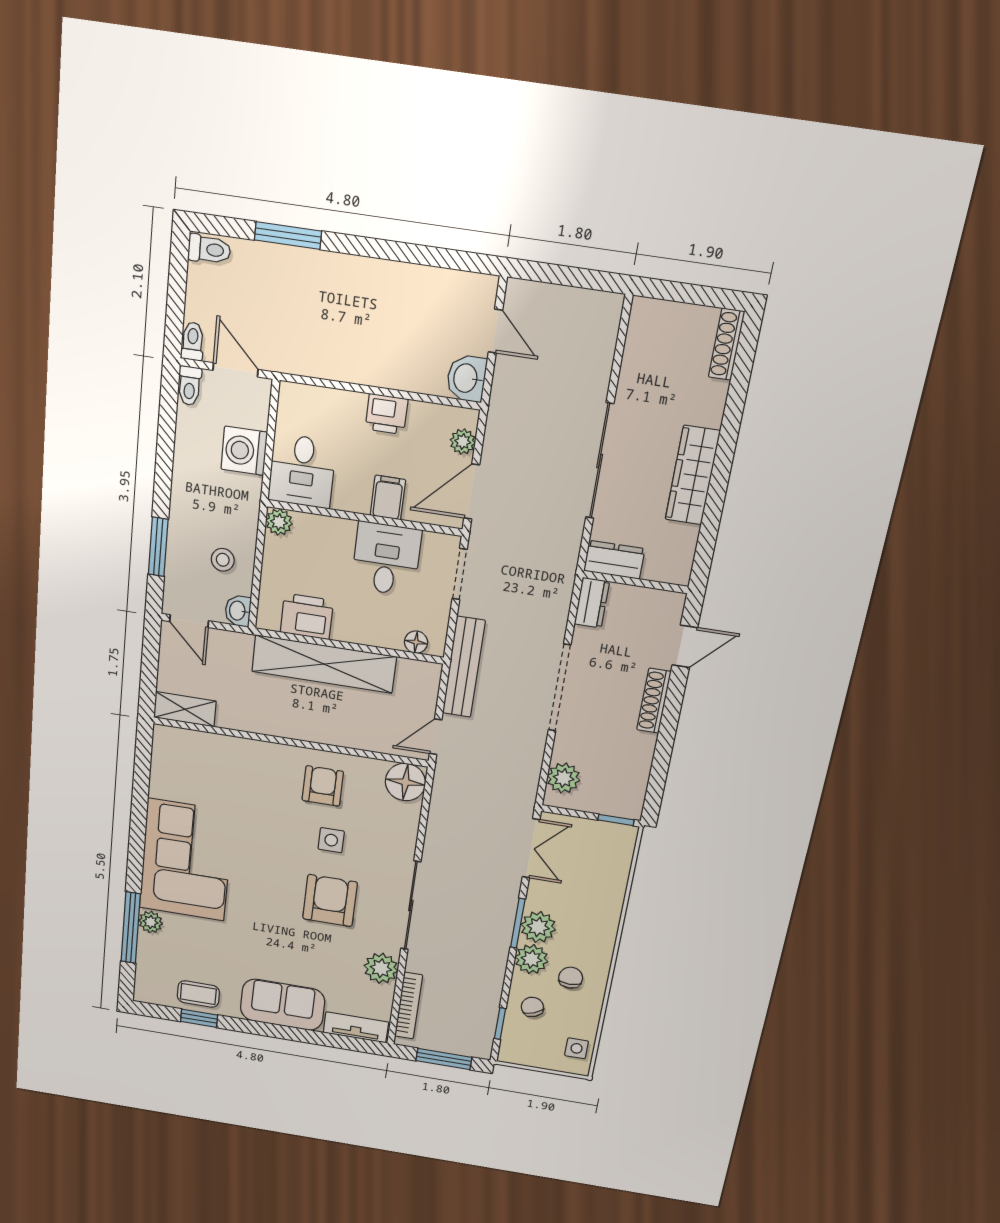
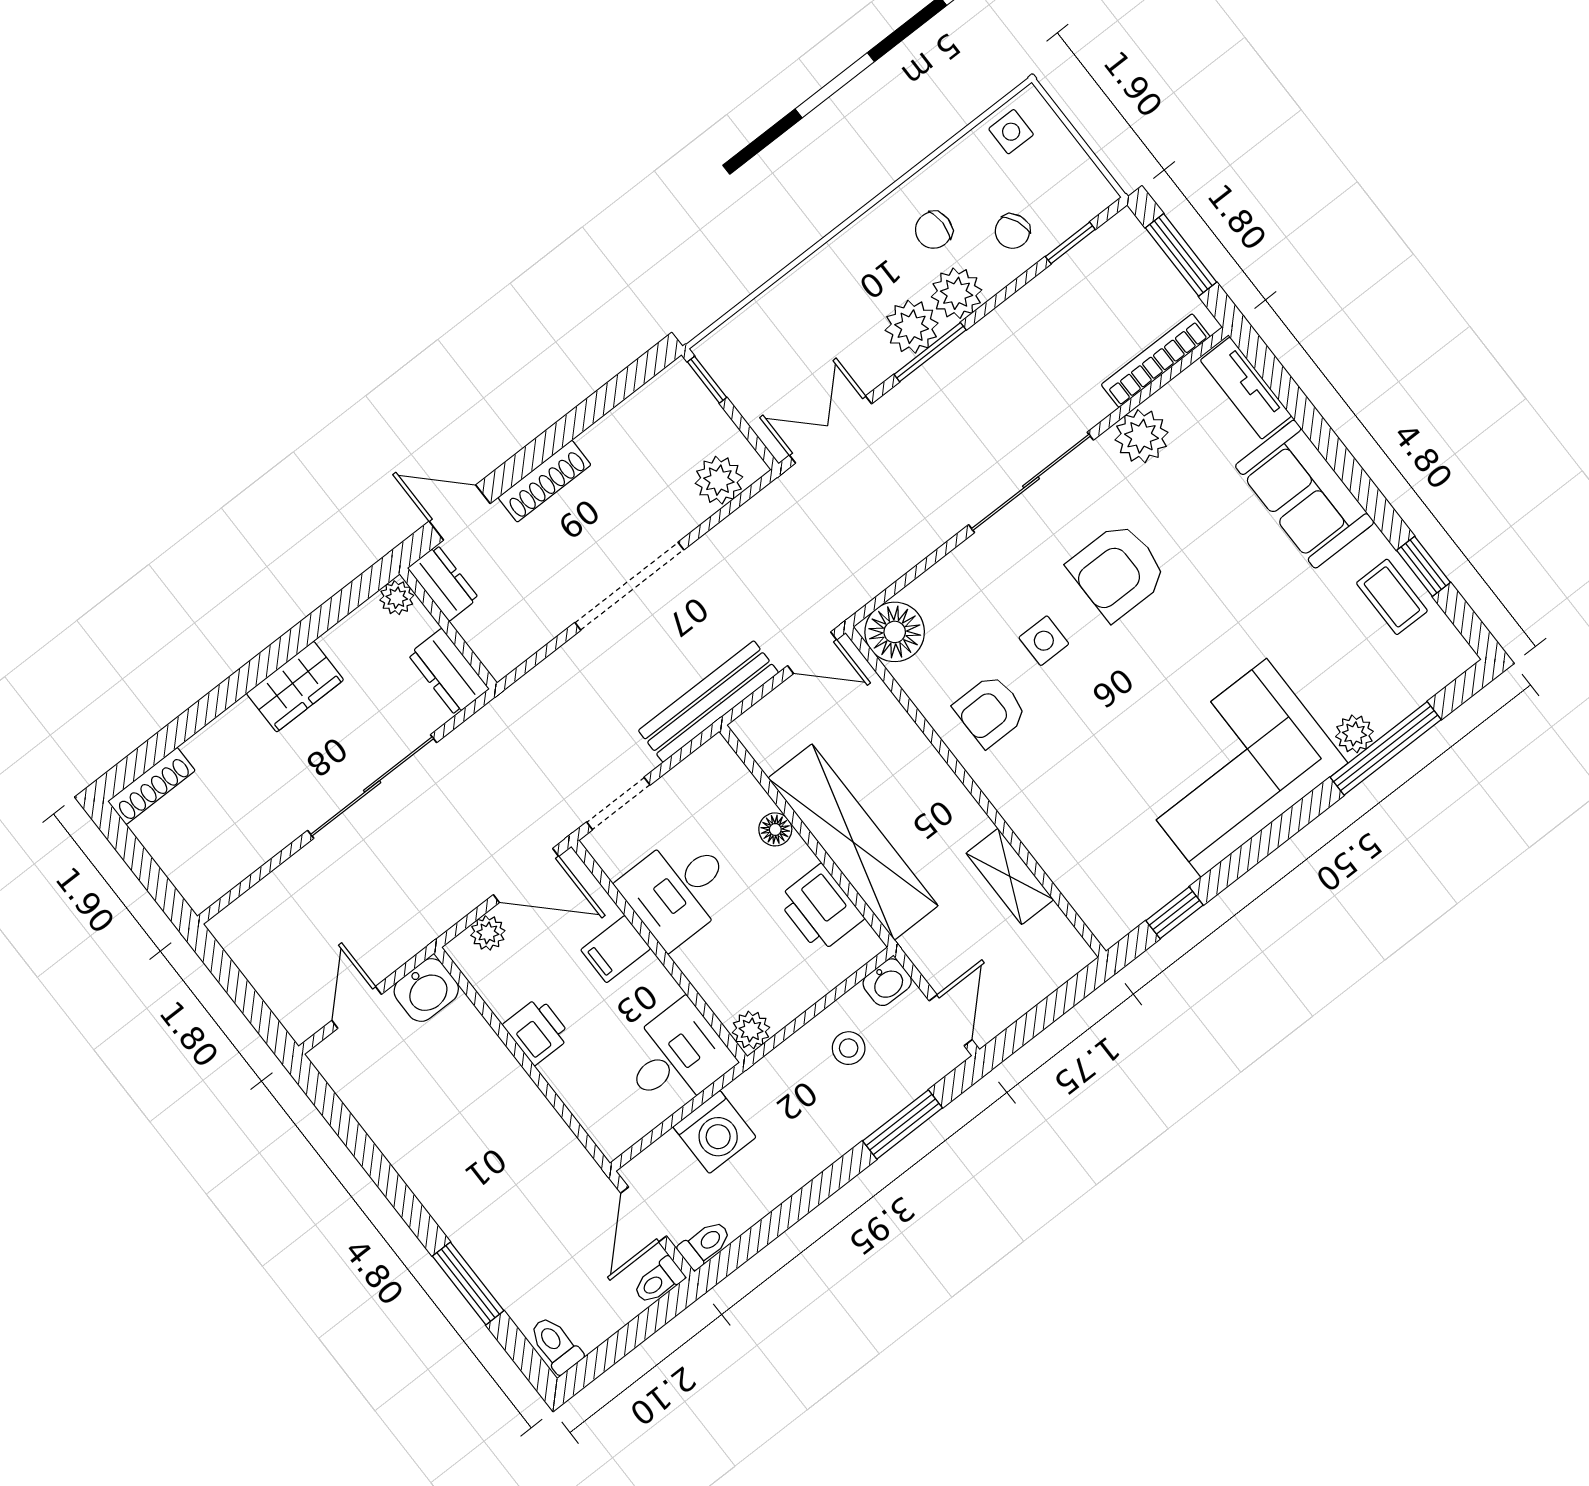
wardrobe: (693, 475) -> (295, 687), width x0.67
plant: (679, 573) -> (397, 598), added
dresser: (592, 603) -> (443, 583), moved, turned 90
floor lamp: (416, 642) -> (775, 829), moved
shelving: (185, 709) -> (1010, 876), moved
window: (142, 770) -> (1175, 913), added

